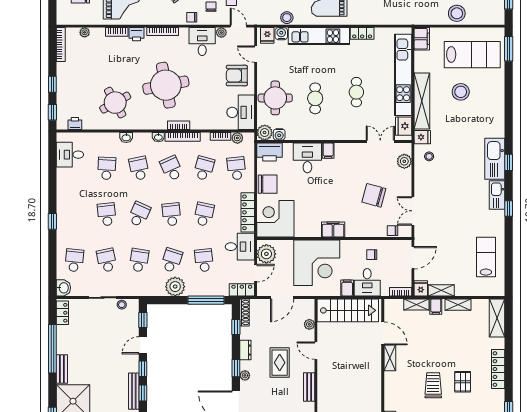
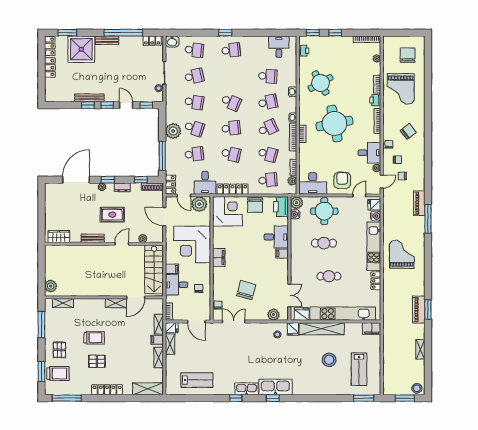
stool: (457, 13) -> (392, 357), removed
stool: (287, 18) -> (389, 220), removed
lab bench: (472, 55) -> (359, 369), width x0.73, depth x0.72
school desk: (107, 214) -> (231, 50), moved

